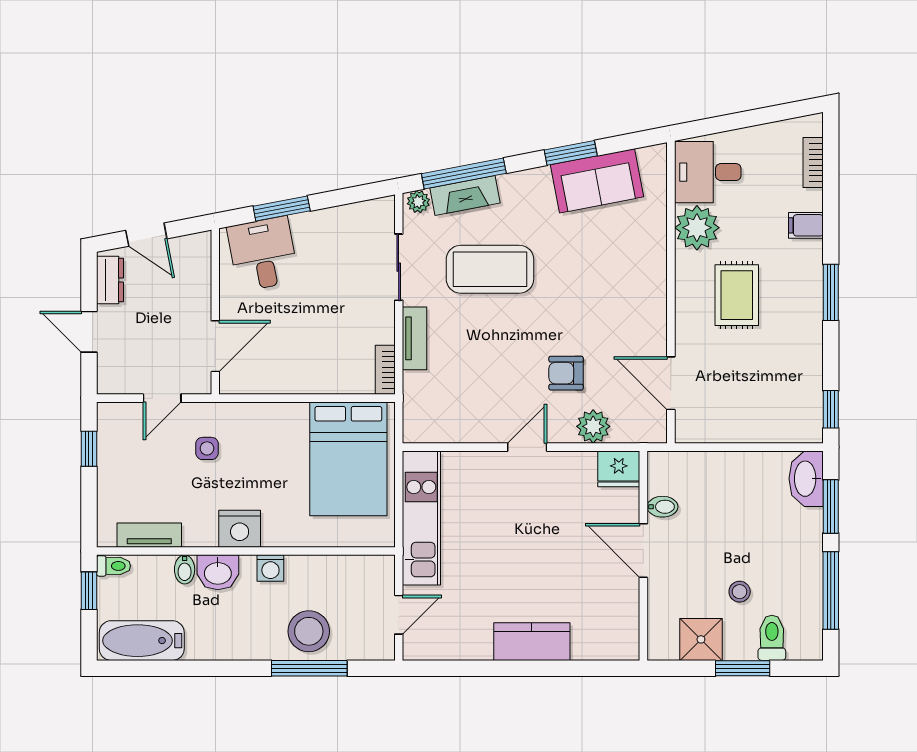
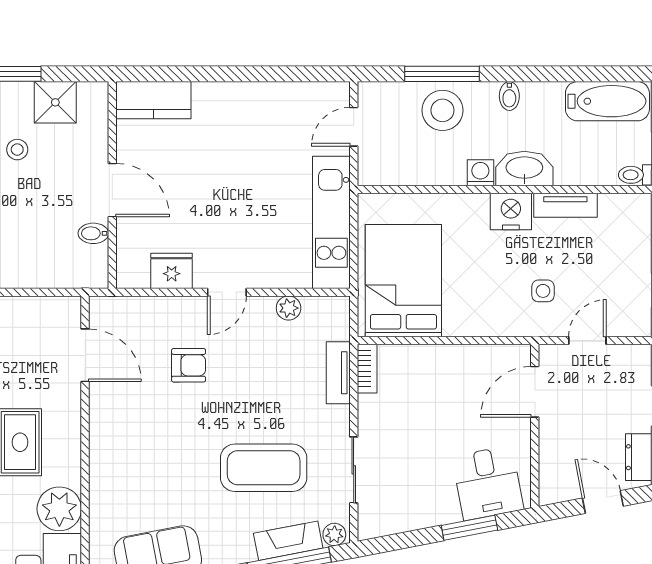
tv unit: (414, 338) -> (338, 373), moved
plant: (593, 426) -> (289, 308), moved, width x0.73, depth x0.73
fridge: (619, 469) -> (172, 271), moved
tv unit: (149, 535) -> (565, 205), moved
bidet: (185, 569) -> (509, 96), moved, turned 180
washbasin: (218, 572) -> (524, 169), width x1.38
kitchen counter: (532, 642) -> (153, 100), moved

